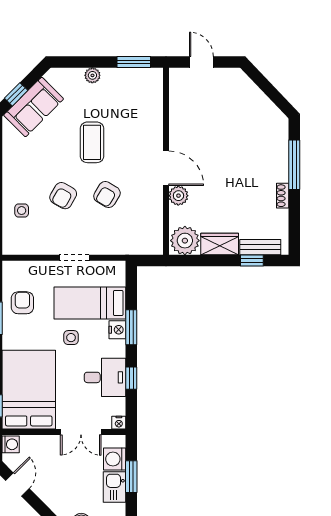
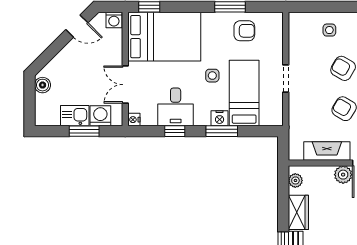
fireplace: (153, 213) -> (327, 151), added
plant: (185, 241) -> (295, 180), width x0.53, depth x0.53

